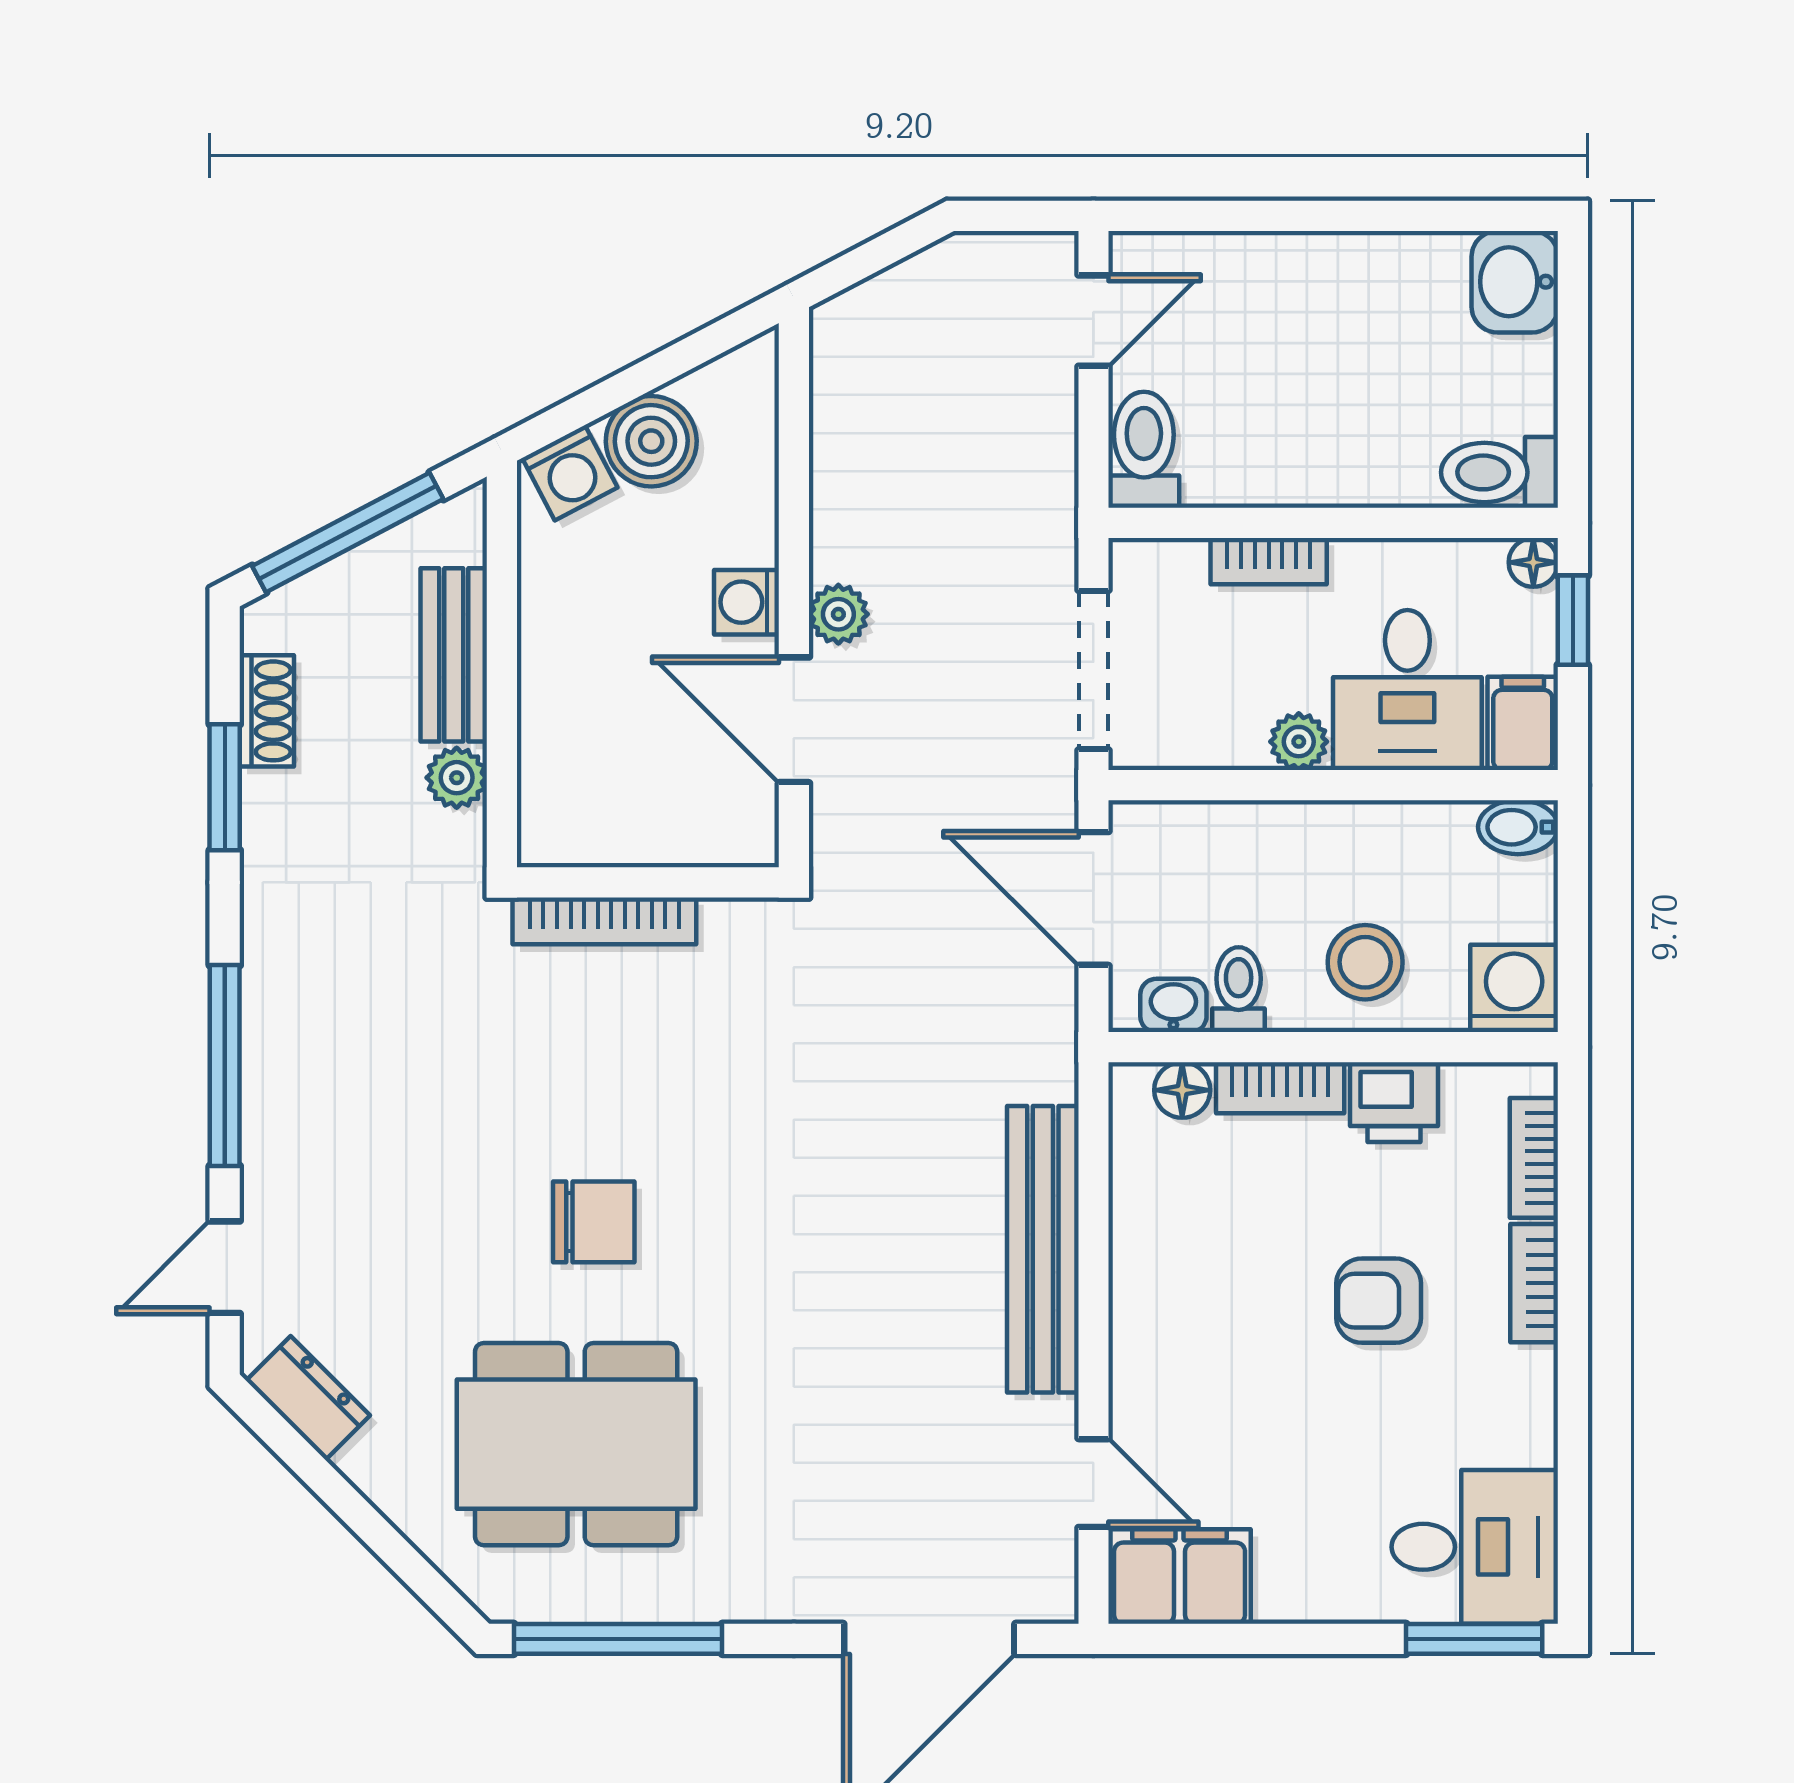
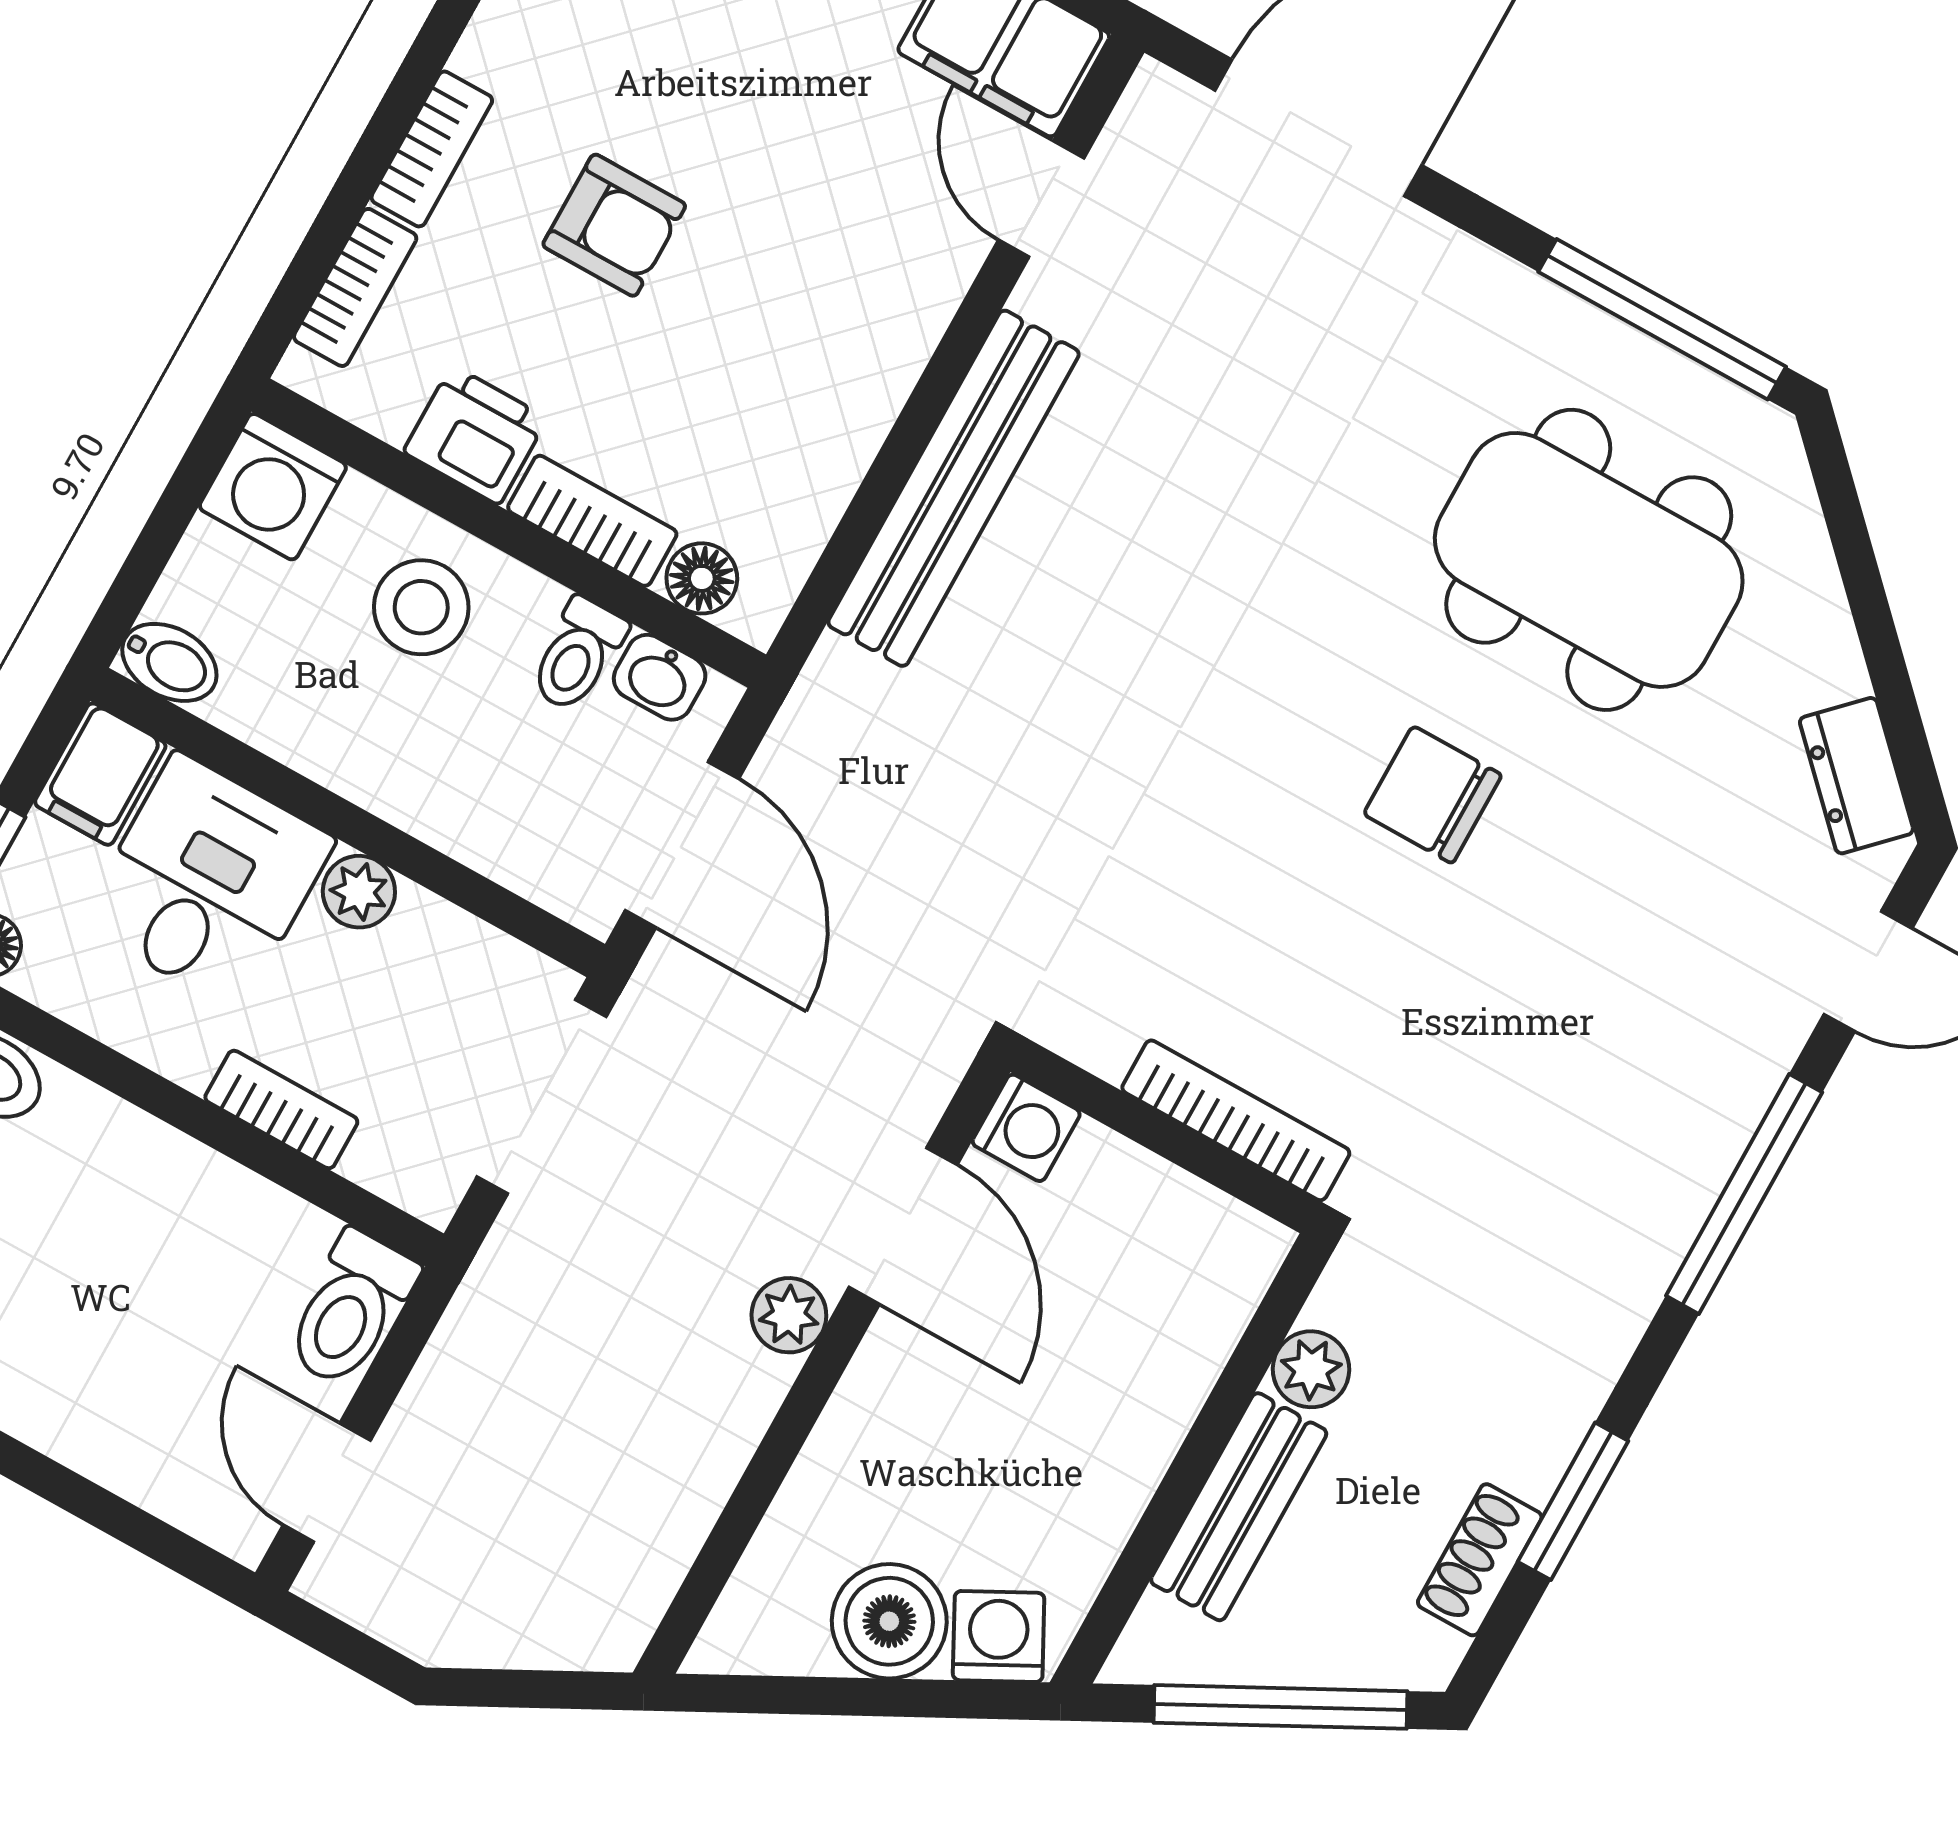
door: (1093, 321) -> (327, 1483), hinge flipped
washing machine: (747, 602) -> (1026, 1128), moved

